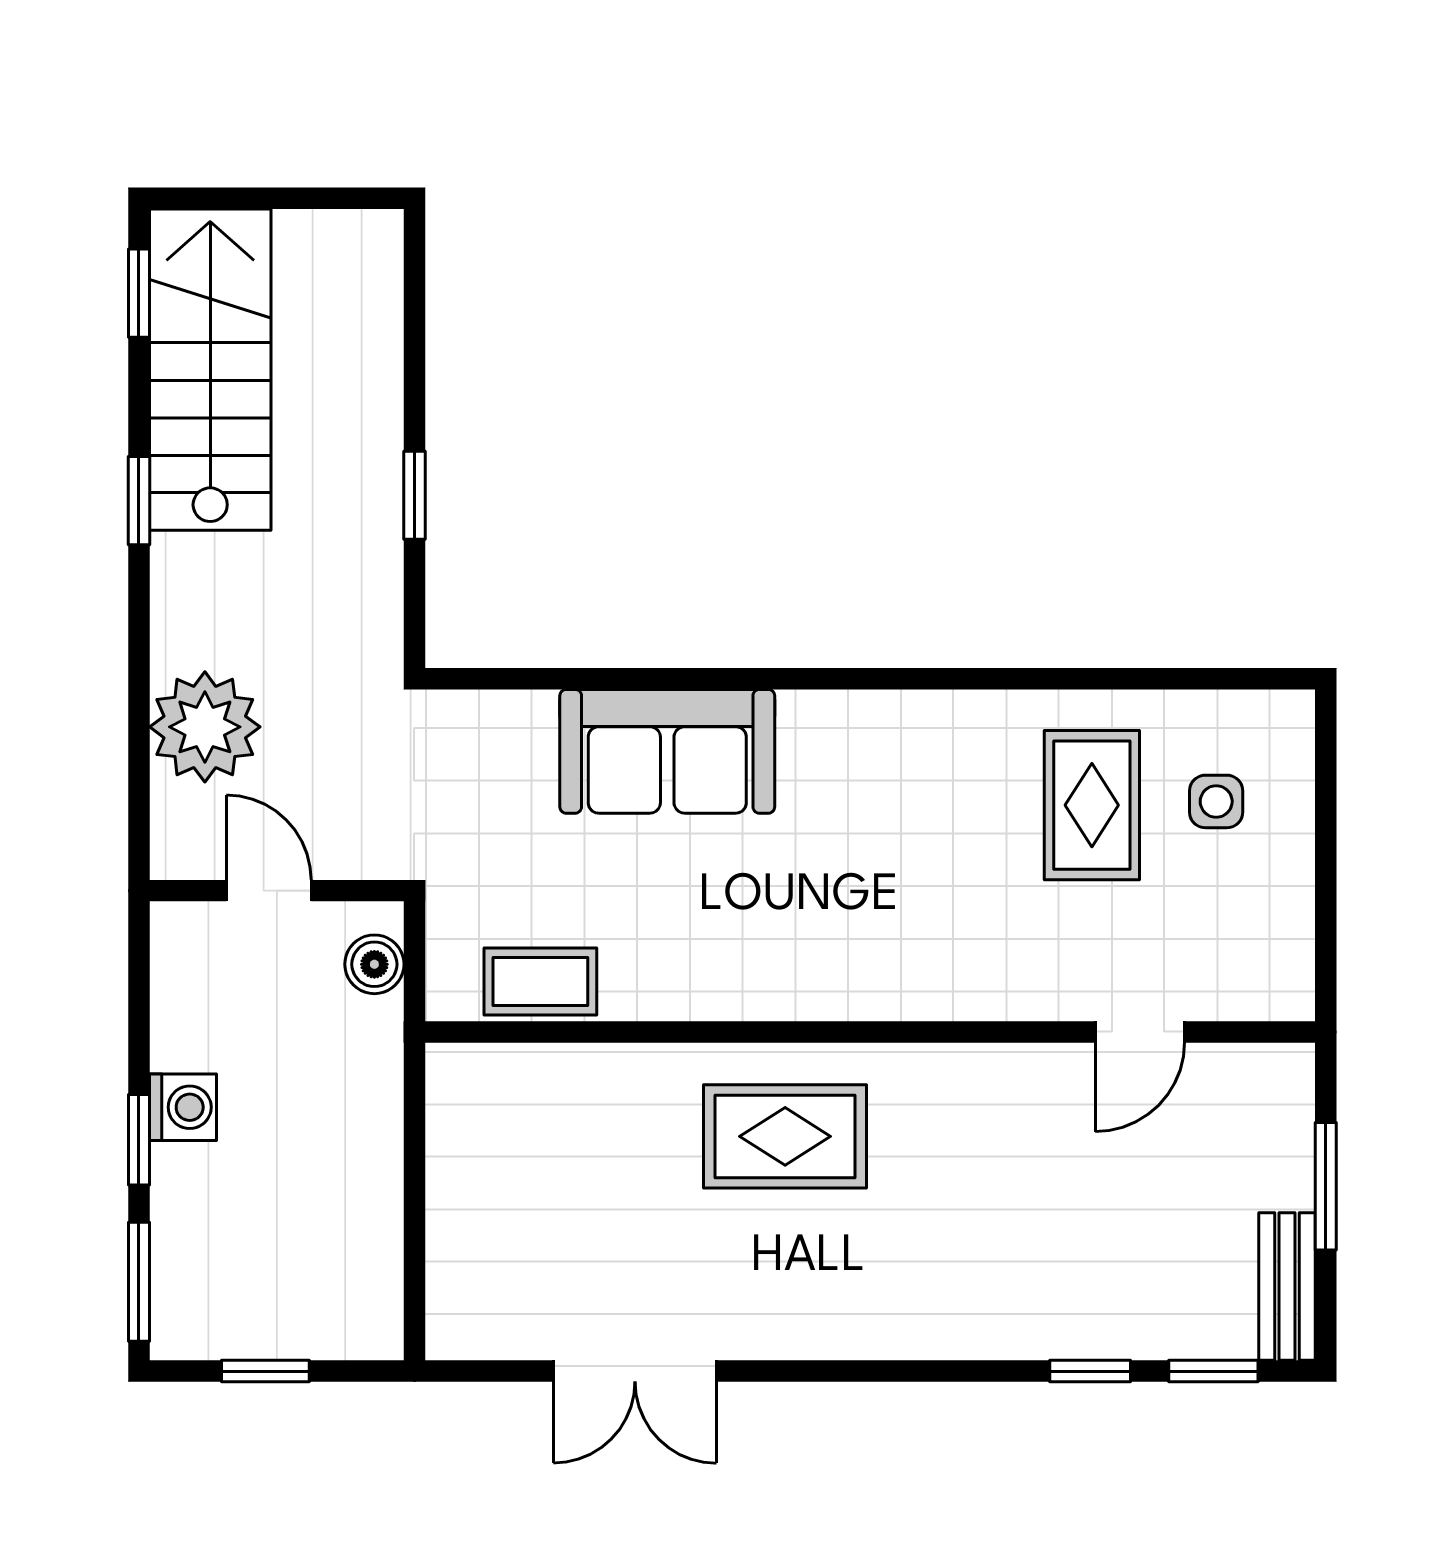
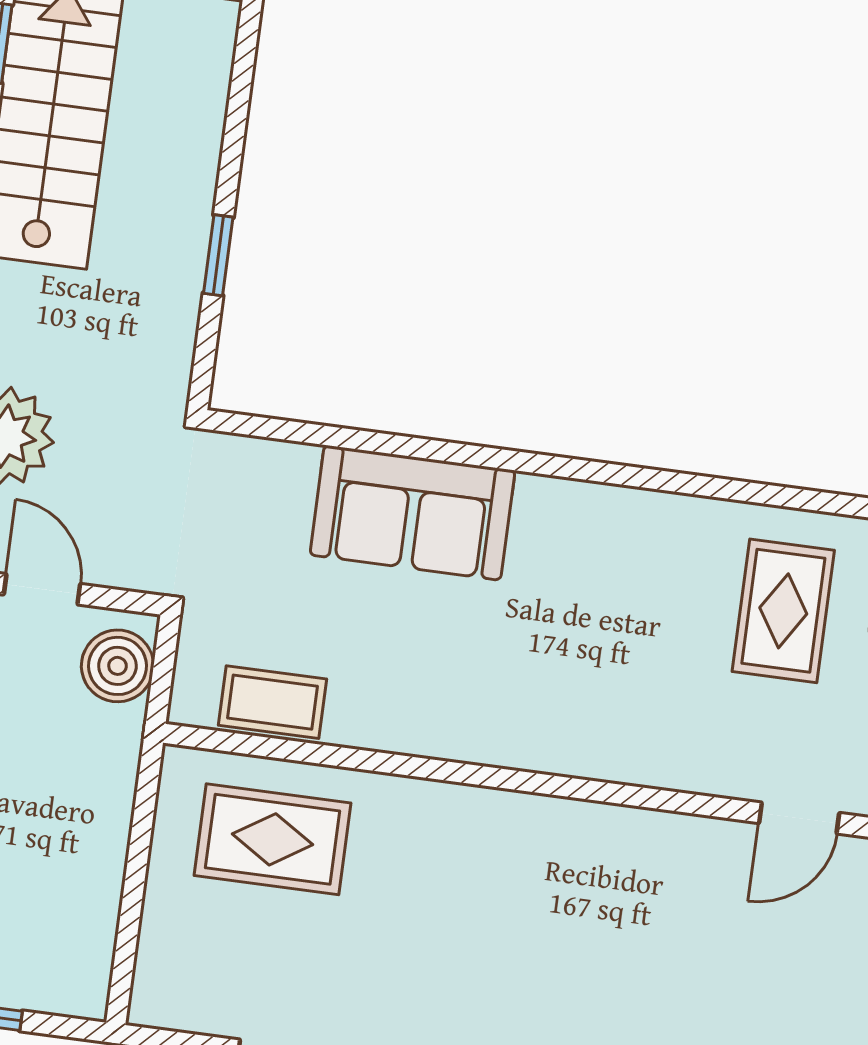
boiler: (374, 964) -> (118, 666), width x1.36, depth x1.36
rug: (785, 1136) -> (273, 839), moved

